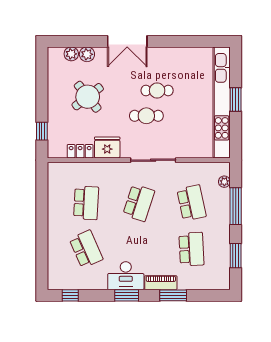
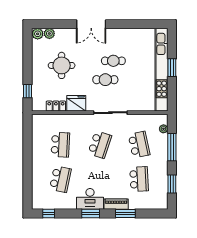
plant: (87, 54) -> (38, 34), moved
round table: (88, 97) -> (62, 65), turned 38
school desk: (86, 249) -> (60, 179), turned 36

